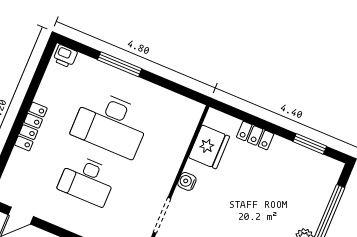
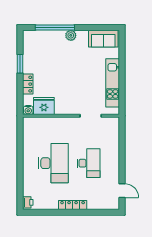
window: (120, 64) -> (20, 172), removed
window: (310, 144) -> (20, 64), moved
water cooler: (187, 181) -> (28, 110), moved

